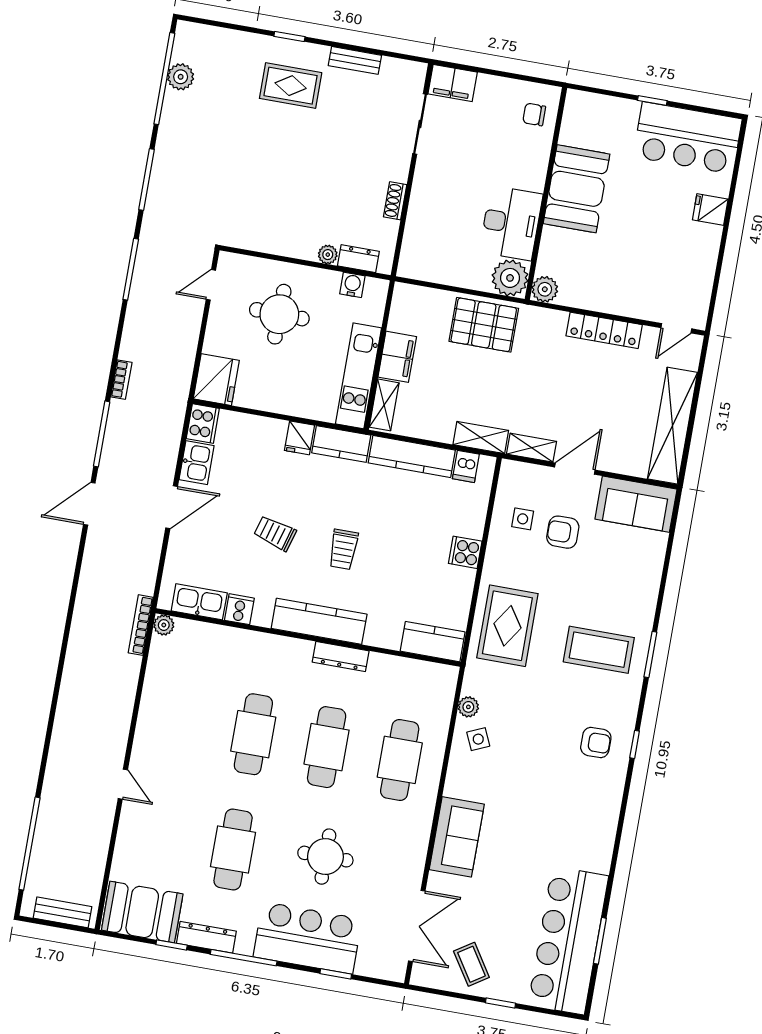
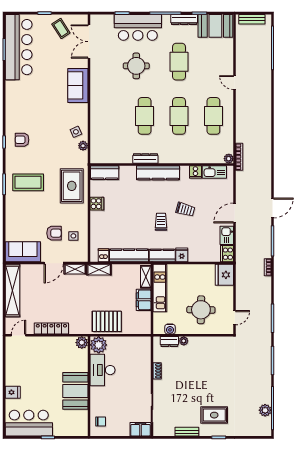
trolley: (343, 549) -> (161, 222), moved
cooker: (465, 552) -> (97, 204), moved
cafe table: (400, 760) -> (213, 116), moved

